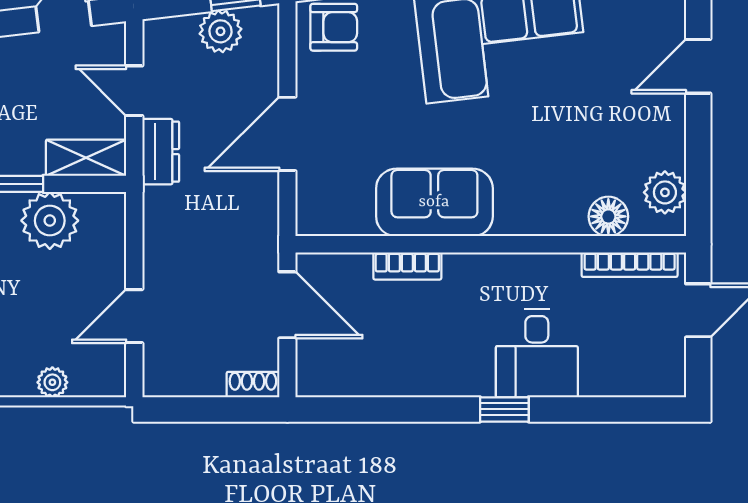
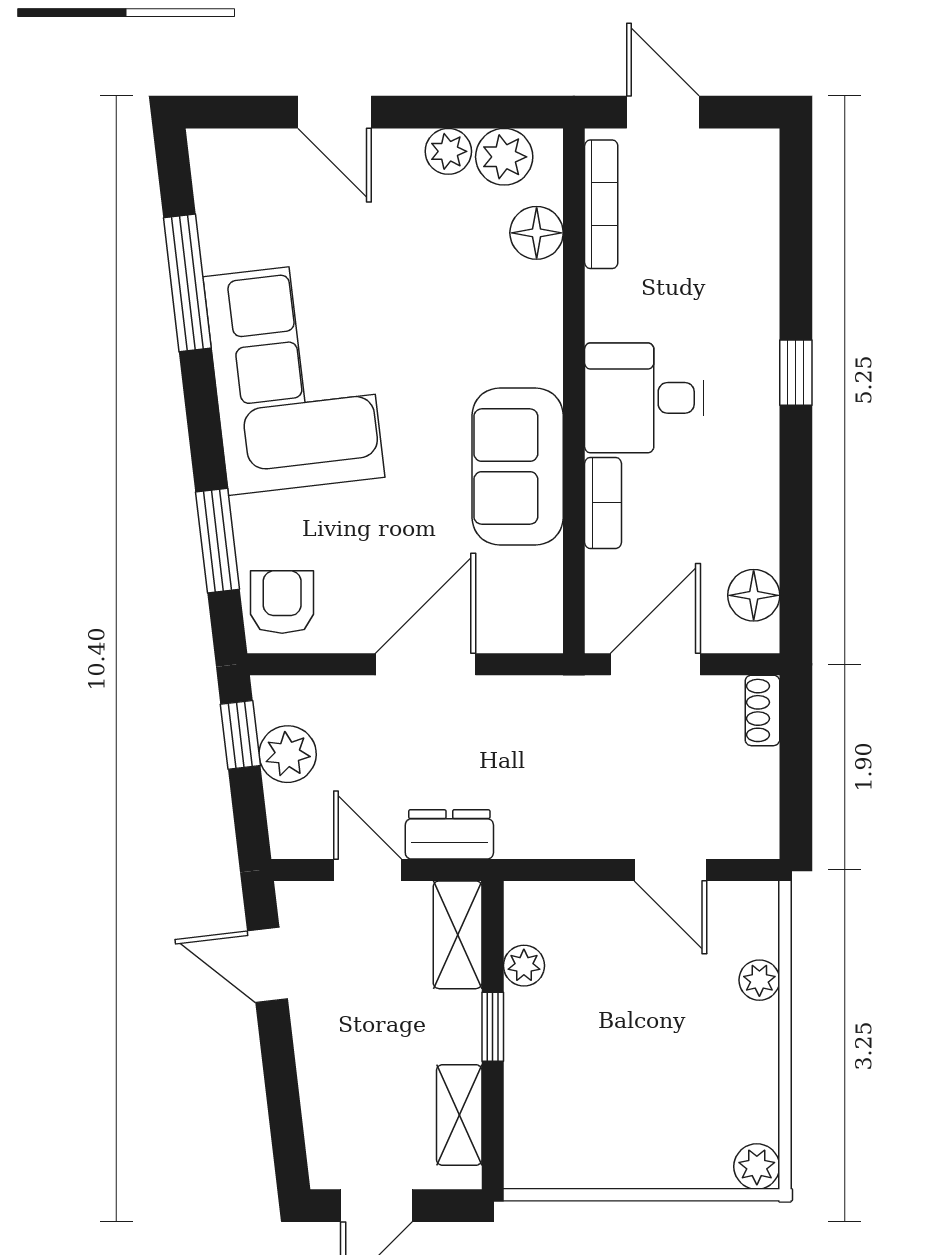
door: (134, 91) -> (368, 870), swing flipped
door: (287, 134) -> (425, 664), swing flipped
plant: (669, 151) -> (448, 151), added
plant: (50, 221) -> (524, 966), width x0.53, depth x0.53
desk: (537, 353) -> (644, 398), moved, turned 180
floor lamp: (339, 378) -> (754, 595), added

